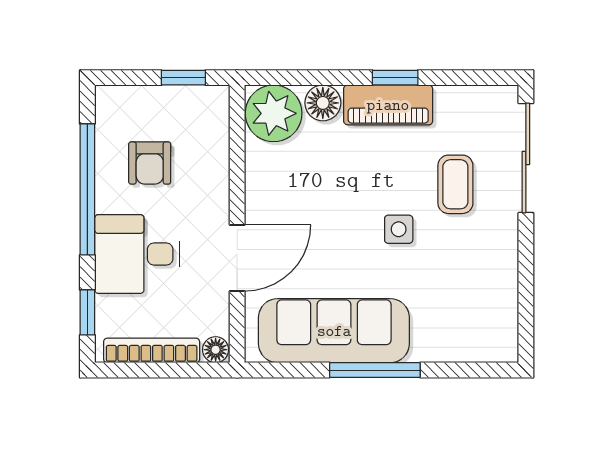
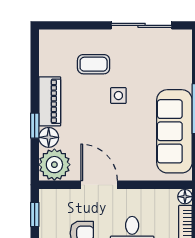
window: (395, 78) -> (35, 126), moved
sliding door: (526, 158) -> (142, 25), moved
door: (237, 258) -> (99, 185), moved

